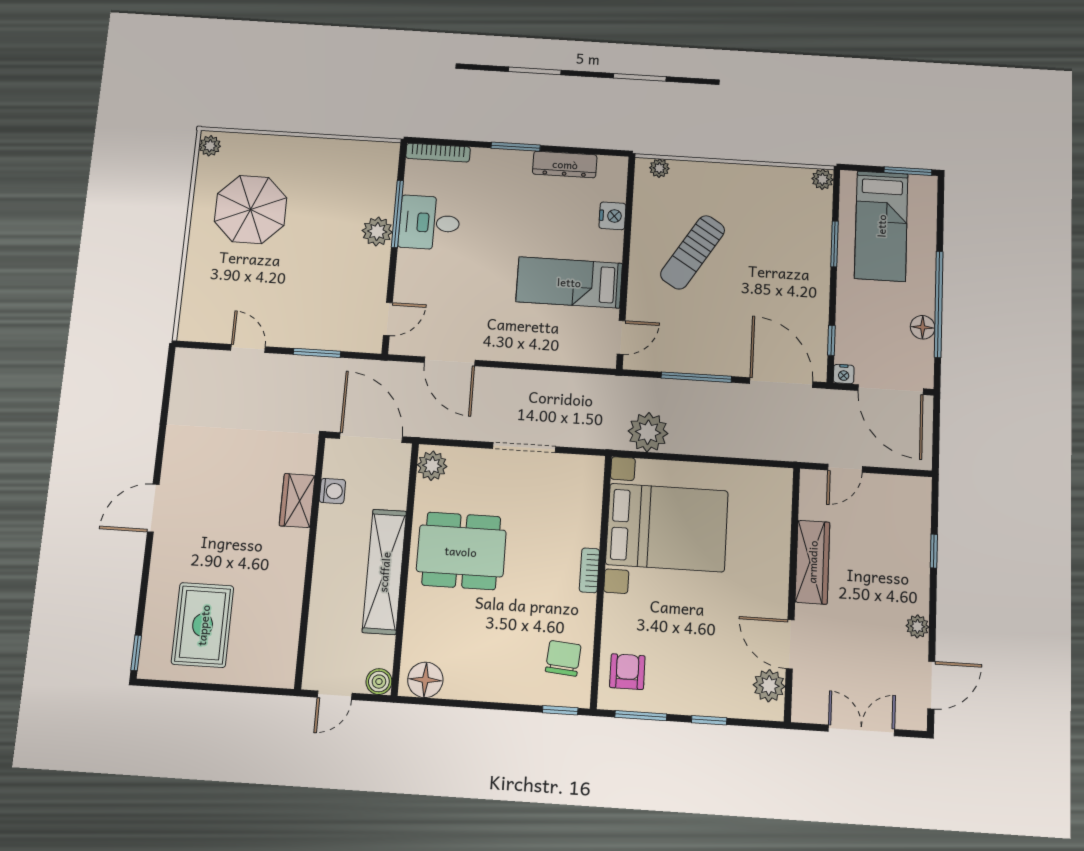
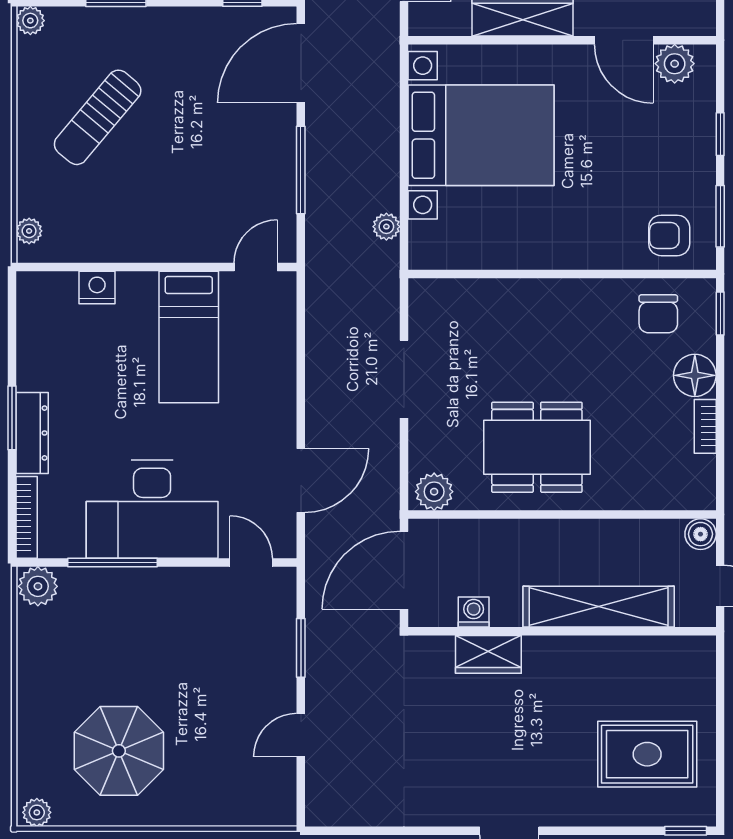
dresser: (565, 164) -> (32, 433), moved
desk: (429, 223) -> (152, 509), width x1.87, depth x1.30
plant: (377, 231) -> (38, 586), moved
sun lounger: (693, 252) -> (98, 117), moved, turned 98
door: (621, 337) -> (256, 267), hinge flipped
plant: (648, 432) -> (386, 227), width x0.53, depth x0.53
bed with nightstands: (667, 528) -> (481, 135), moved, turned 90
dining table: (461, 551) -> (537, 447), turned 90
bookcase: (589, 570) -> (705, 426), moved, turned 90
shelving: (384, 572) -> (599, 607), moved
door: (790, 644) -> (624, 40), hinge flipped
chair: (563, 658) -> (658, 314), turned -95
floor lamp: (425, 680) -> (695, 375), moved

